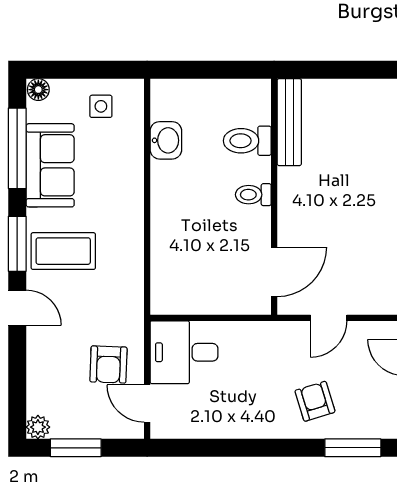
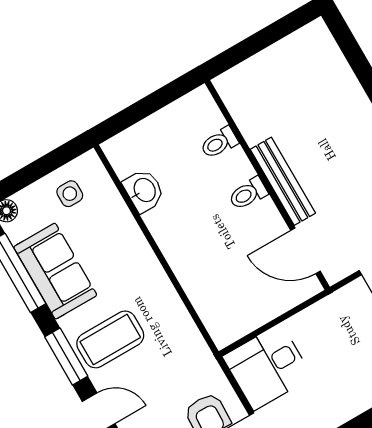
bench: (289, 122) -> (283, 181), moved
toilet: (247, 141) -> (219, 143), width x0.73, depth x0.72
door: (274, 272) -> (305, 251), swing flipped

